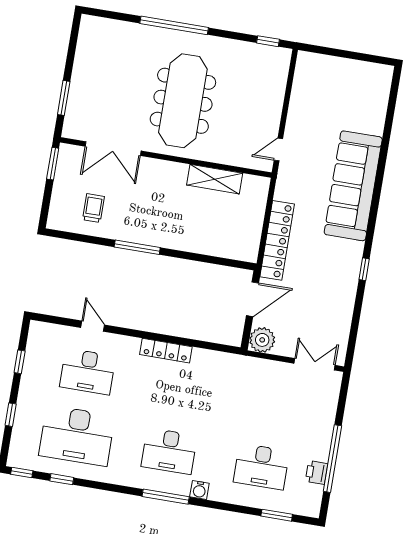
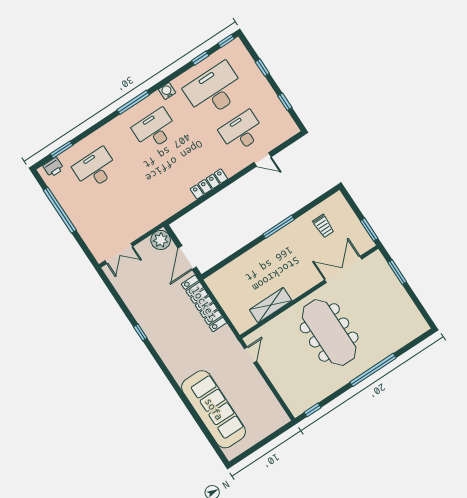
sofa: (353, 186) -> (214, 409), moved
printer: (317, 472) -> (53, 167), moved, turned 90
water cooler: (199, 490) -> (167, 91), moved

